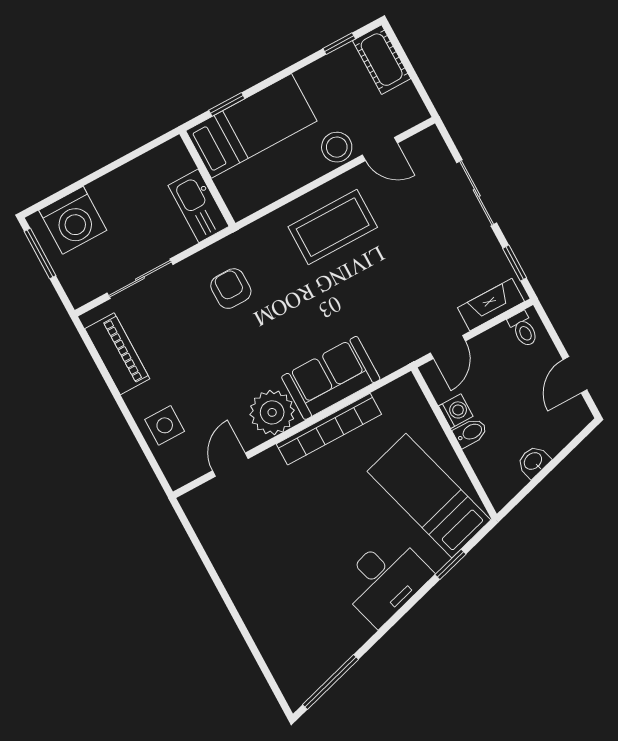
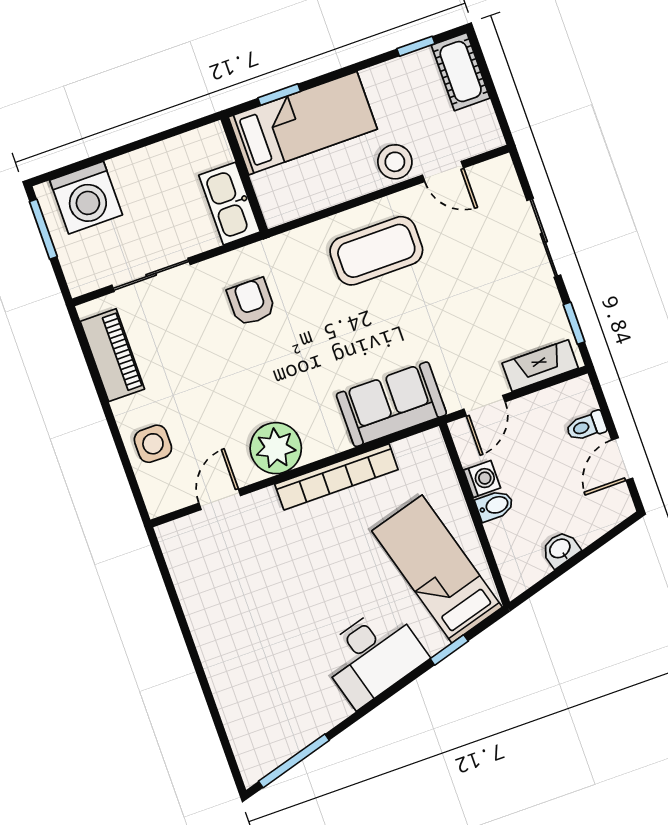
toilet: (523, 329) -> (586, 426), moved, turned 90
sofa: (331, 378) -> (391, 404), moved

